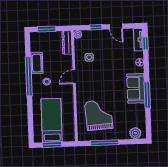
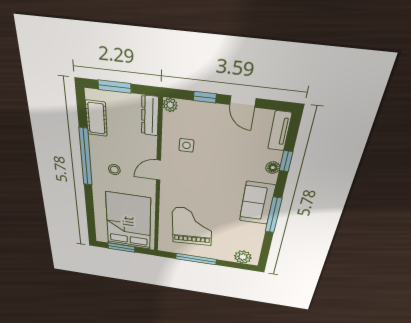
window: (145, 43) -> (286, 161), moved
cot: (37, 63) -> (96, 118), moved
bed: (52, 120) -> (128, 221), width x1.50

